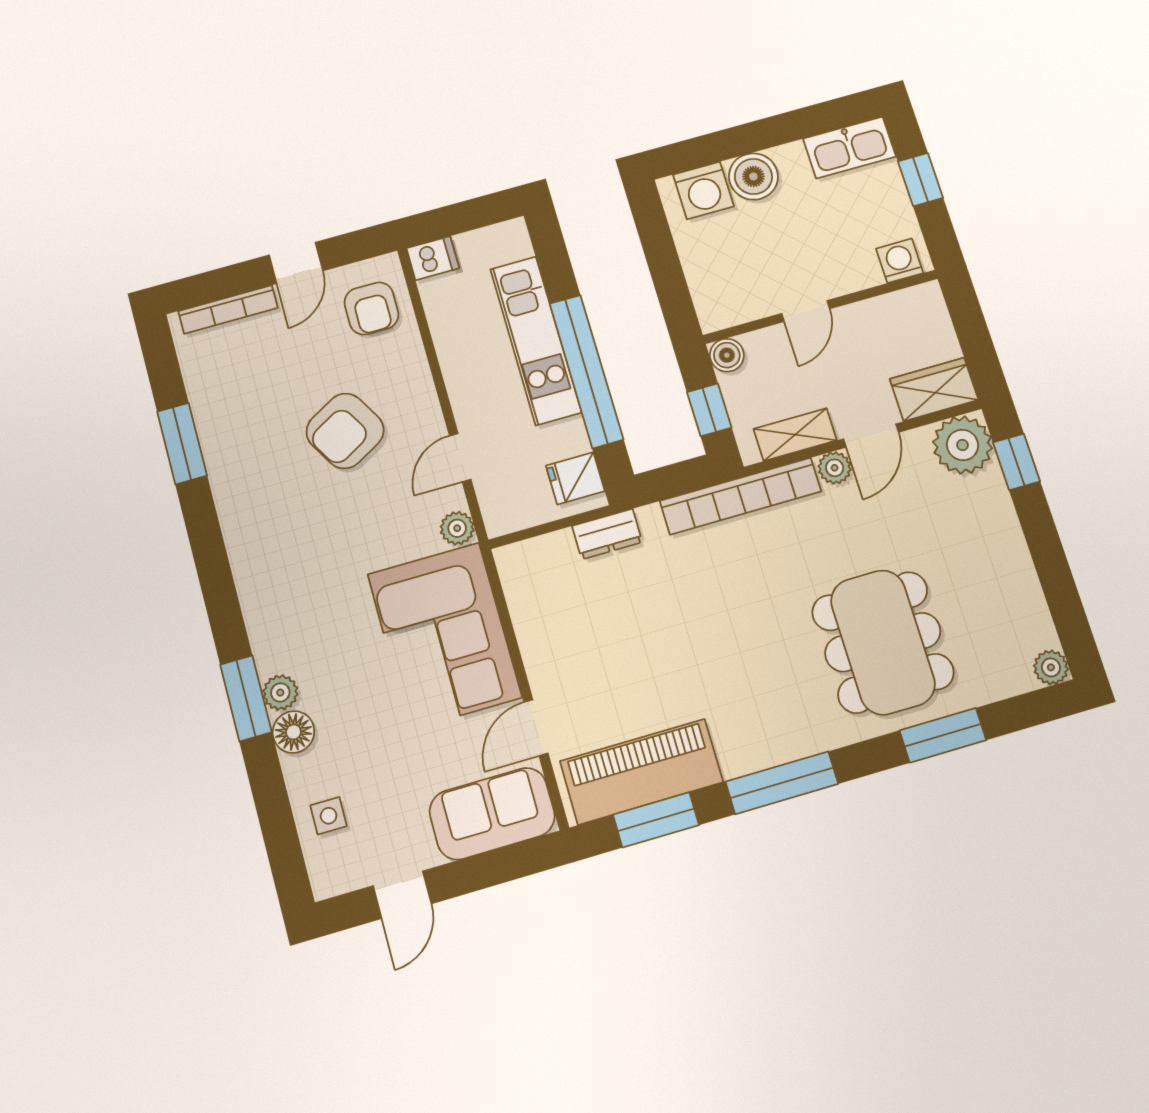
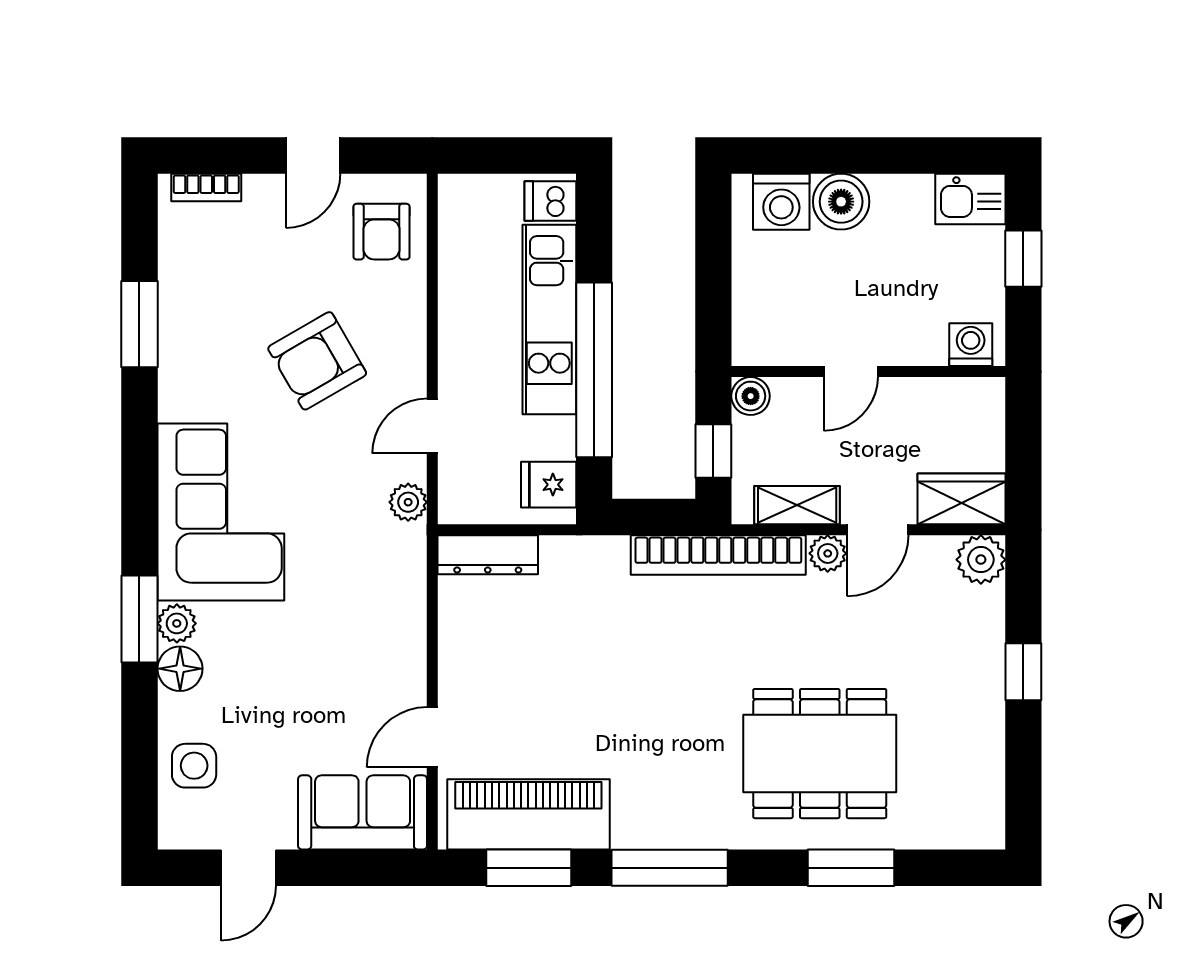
kitchen sink: (850, 148) -> (970, 199), width x0.73
dishwasher: (433, 258) -> (550, 201), moved, turned 180
bookcase: (228, 310) -> (206, 188), width x0.64
plant: (963, 445) -> (981, 560), width x0.73, depth x0.73
window: (1016, 462) -> (1023, 672), moved
dresser: (607, 534) -> (488, 555), moved, width x1.44
corner sofa: (444, 636) -> (221, 512), moved, turned 180
dining table: (883, 642) -> (820, 754), turned 90
plant: (1051, 667) -> (986, 831), removed
side table: (329, 816) -> (194, 766), width x1.37, depth x1.37

